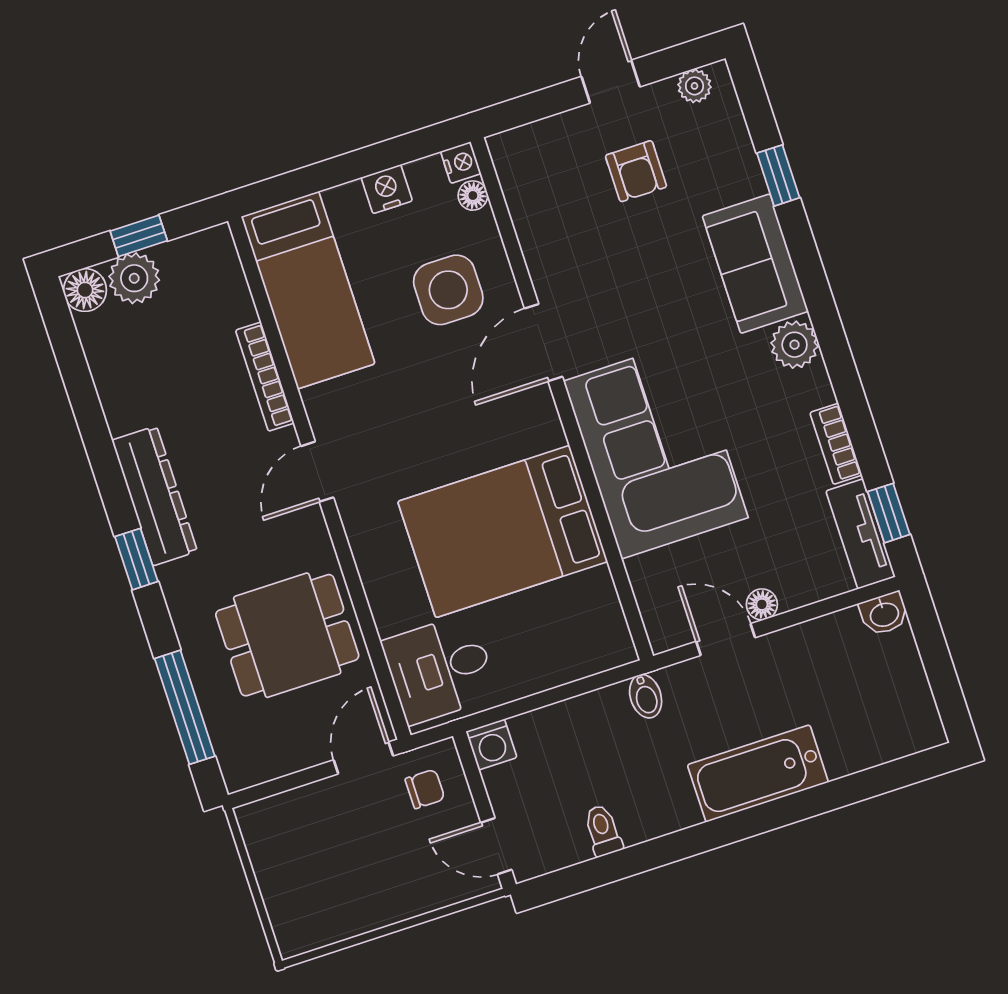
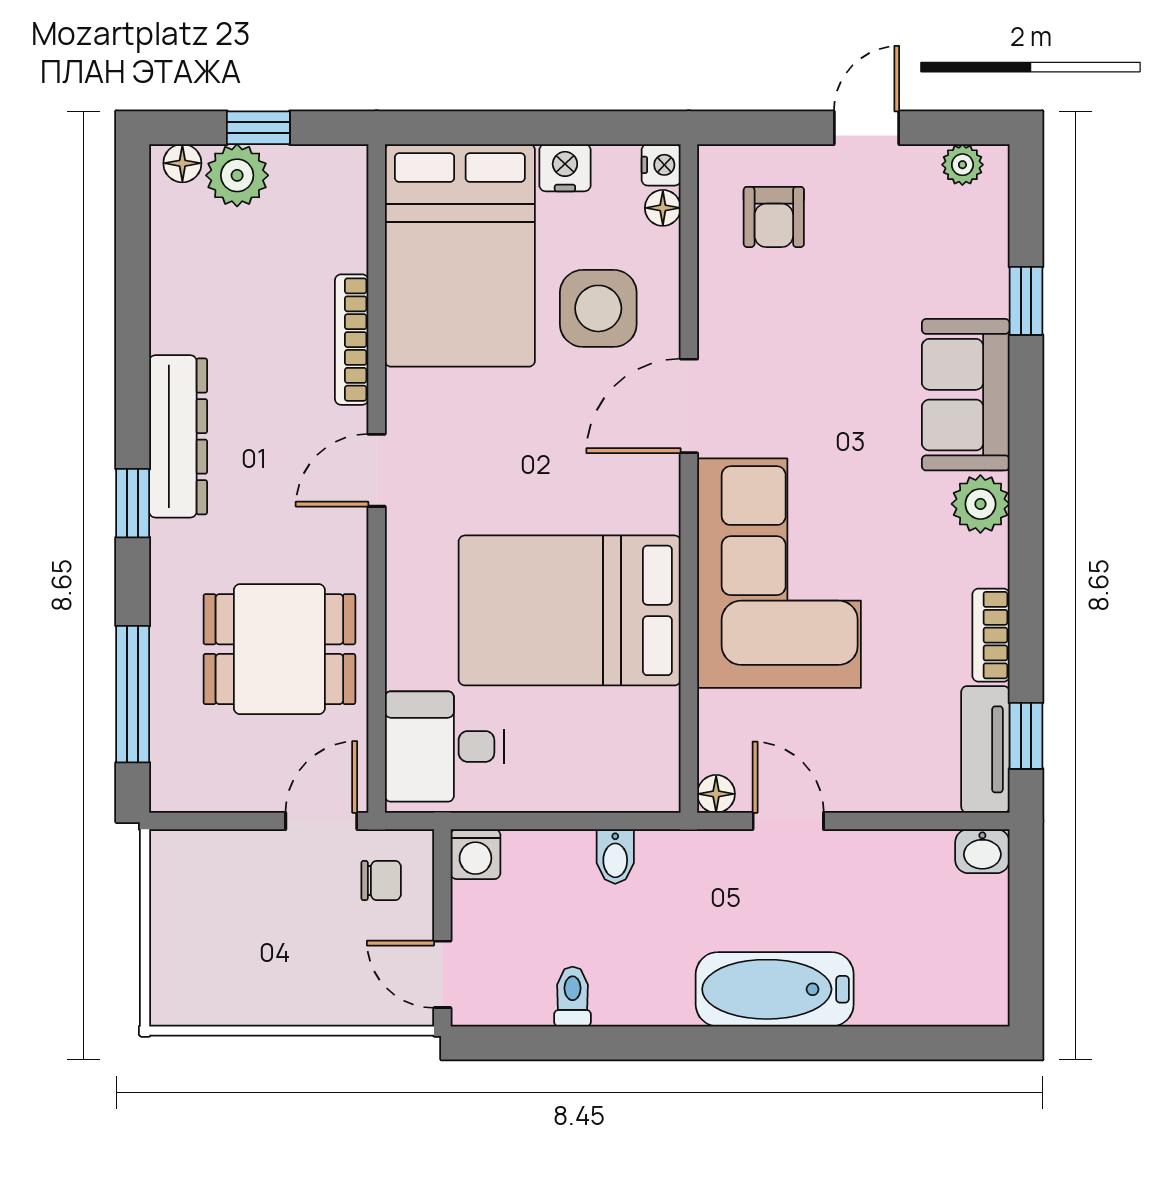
armchair: (636, 171) -> (774, 217), moved
floor lamp: (85, 290) -> (182, 163), width x0.73, depth x0.73
bed: (308, 290) -> (460, 255), width x1.50
floor lamp: (762, 604) -> (716, 794), moved
bidet: (646, 696) -> (615, 857), moved

